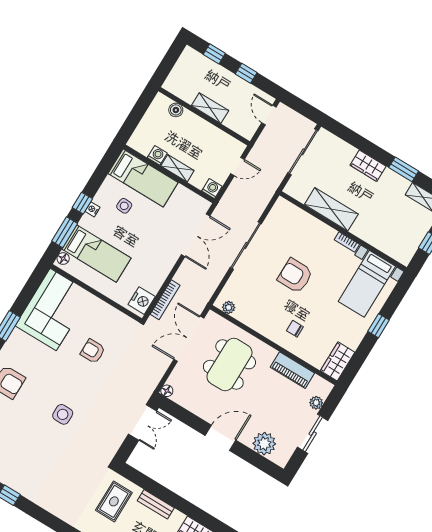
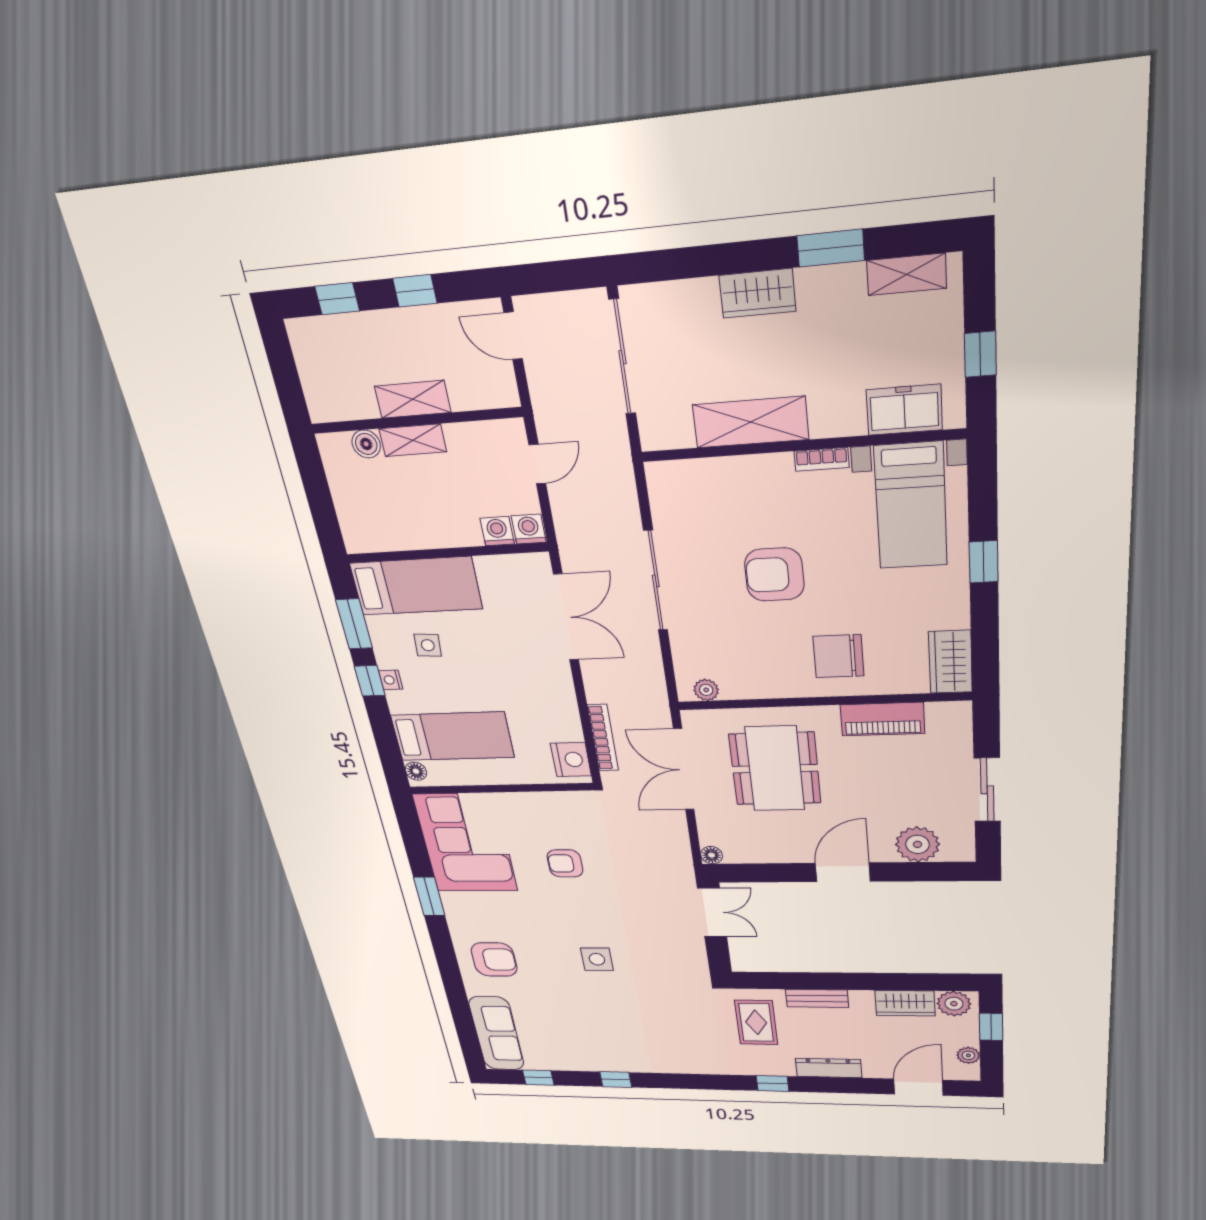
washing machine: (157, 155) -> (497, 531), moved
shelving: (177, 168) -> (413, 440), moved
window: (65, 232) -> (354, 624), moved
freezer: (390, 245) -> (904, 410), added
chair: (295, 329) -> (838, 656), width x1.87, depth x1.87
plant: (316, 403) -> (960, 743), removed

